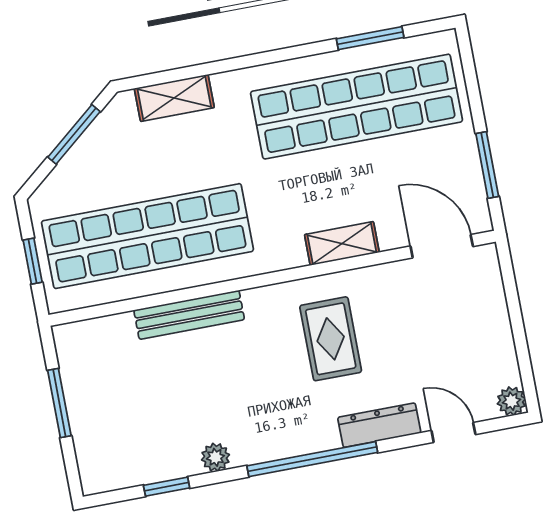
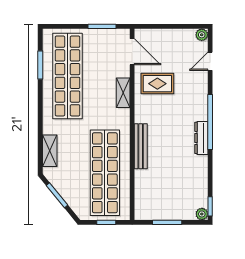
door: (442, 246) -> (132, 52), swing flipped
bench: (189, 315) -> (141, 146), moved
rug: (331, 339) -> (157, 84), moved
dresser: (379, 425) -> (201, 138), moved
plant: (215, 457) -> (202, 214), moved
window: (167, 487) -> (210, 206), moved

